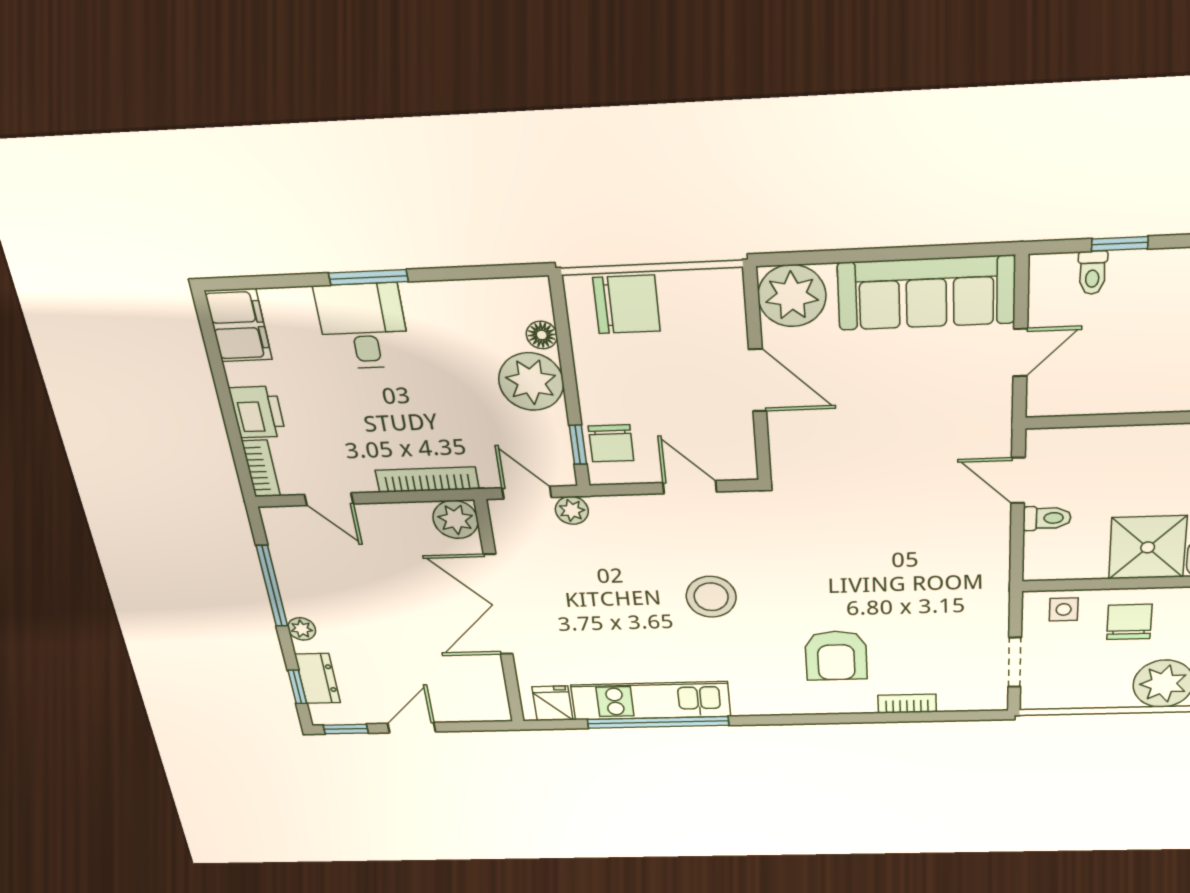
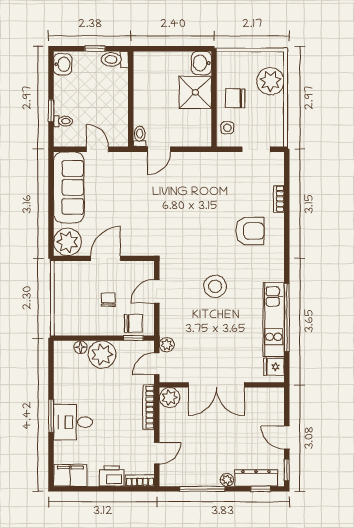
chair: (627, 304) -> (108, 299), moved, width x0.54, depth x0.54
toilet: (1047, 518) -> (140, 136), moved
dresser: (318, 679) -> (256, 478), width x1.44

